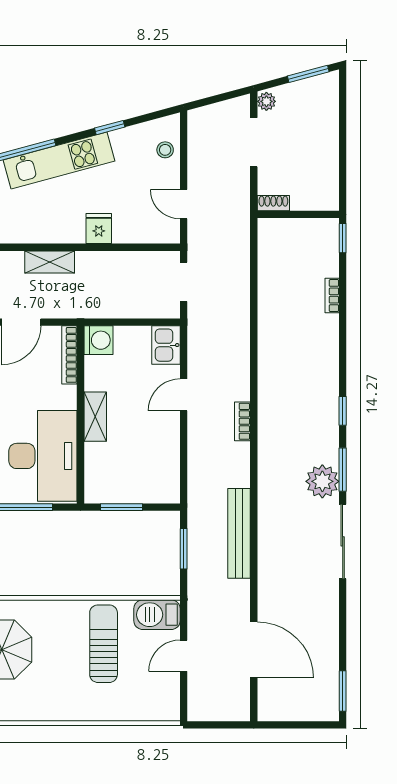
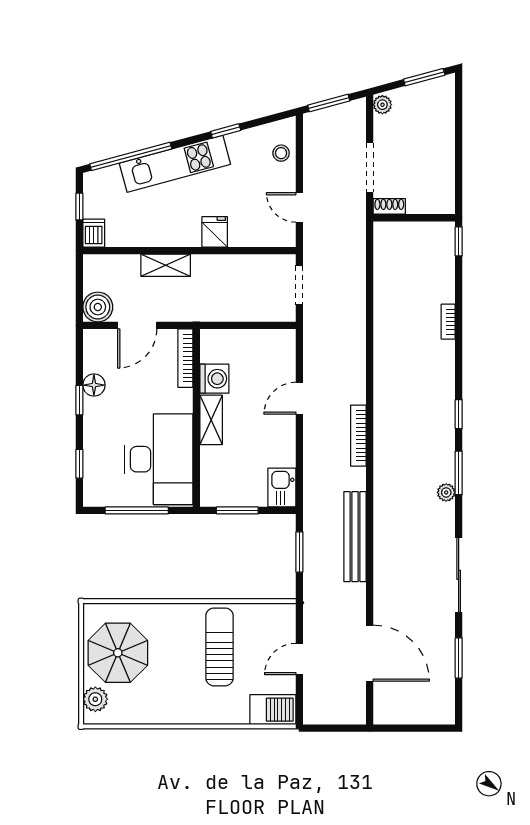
window: (213, 100) -> (329, 103), added
doorway: (254, 142) -> (370, 168), moved
bookcase: (332, 296) -> (448, 322), moved
washing machine: (98, 340) -> (214, 379), moved
kitchen sink: (166, 345) -> (282, 488), moved
bookcase: (242, 421) -> (358, 436), width x1.56
plant: (322, 481) -> (446, 492), width x0.53, depth x0.53
sliding door: (343, 541) -> (459, 575), moved
barbecue: (157, 615) -> (273, 710), moved, turned 180
window: (343, 691) -> (459, 658), moved

